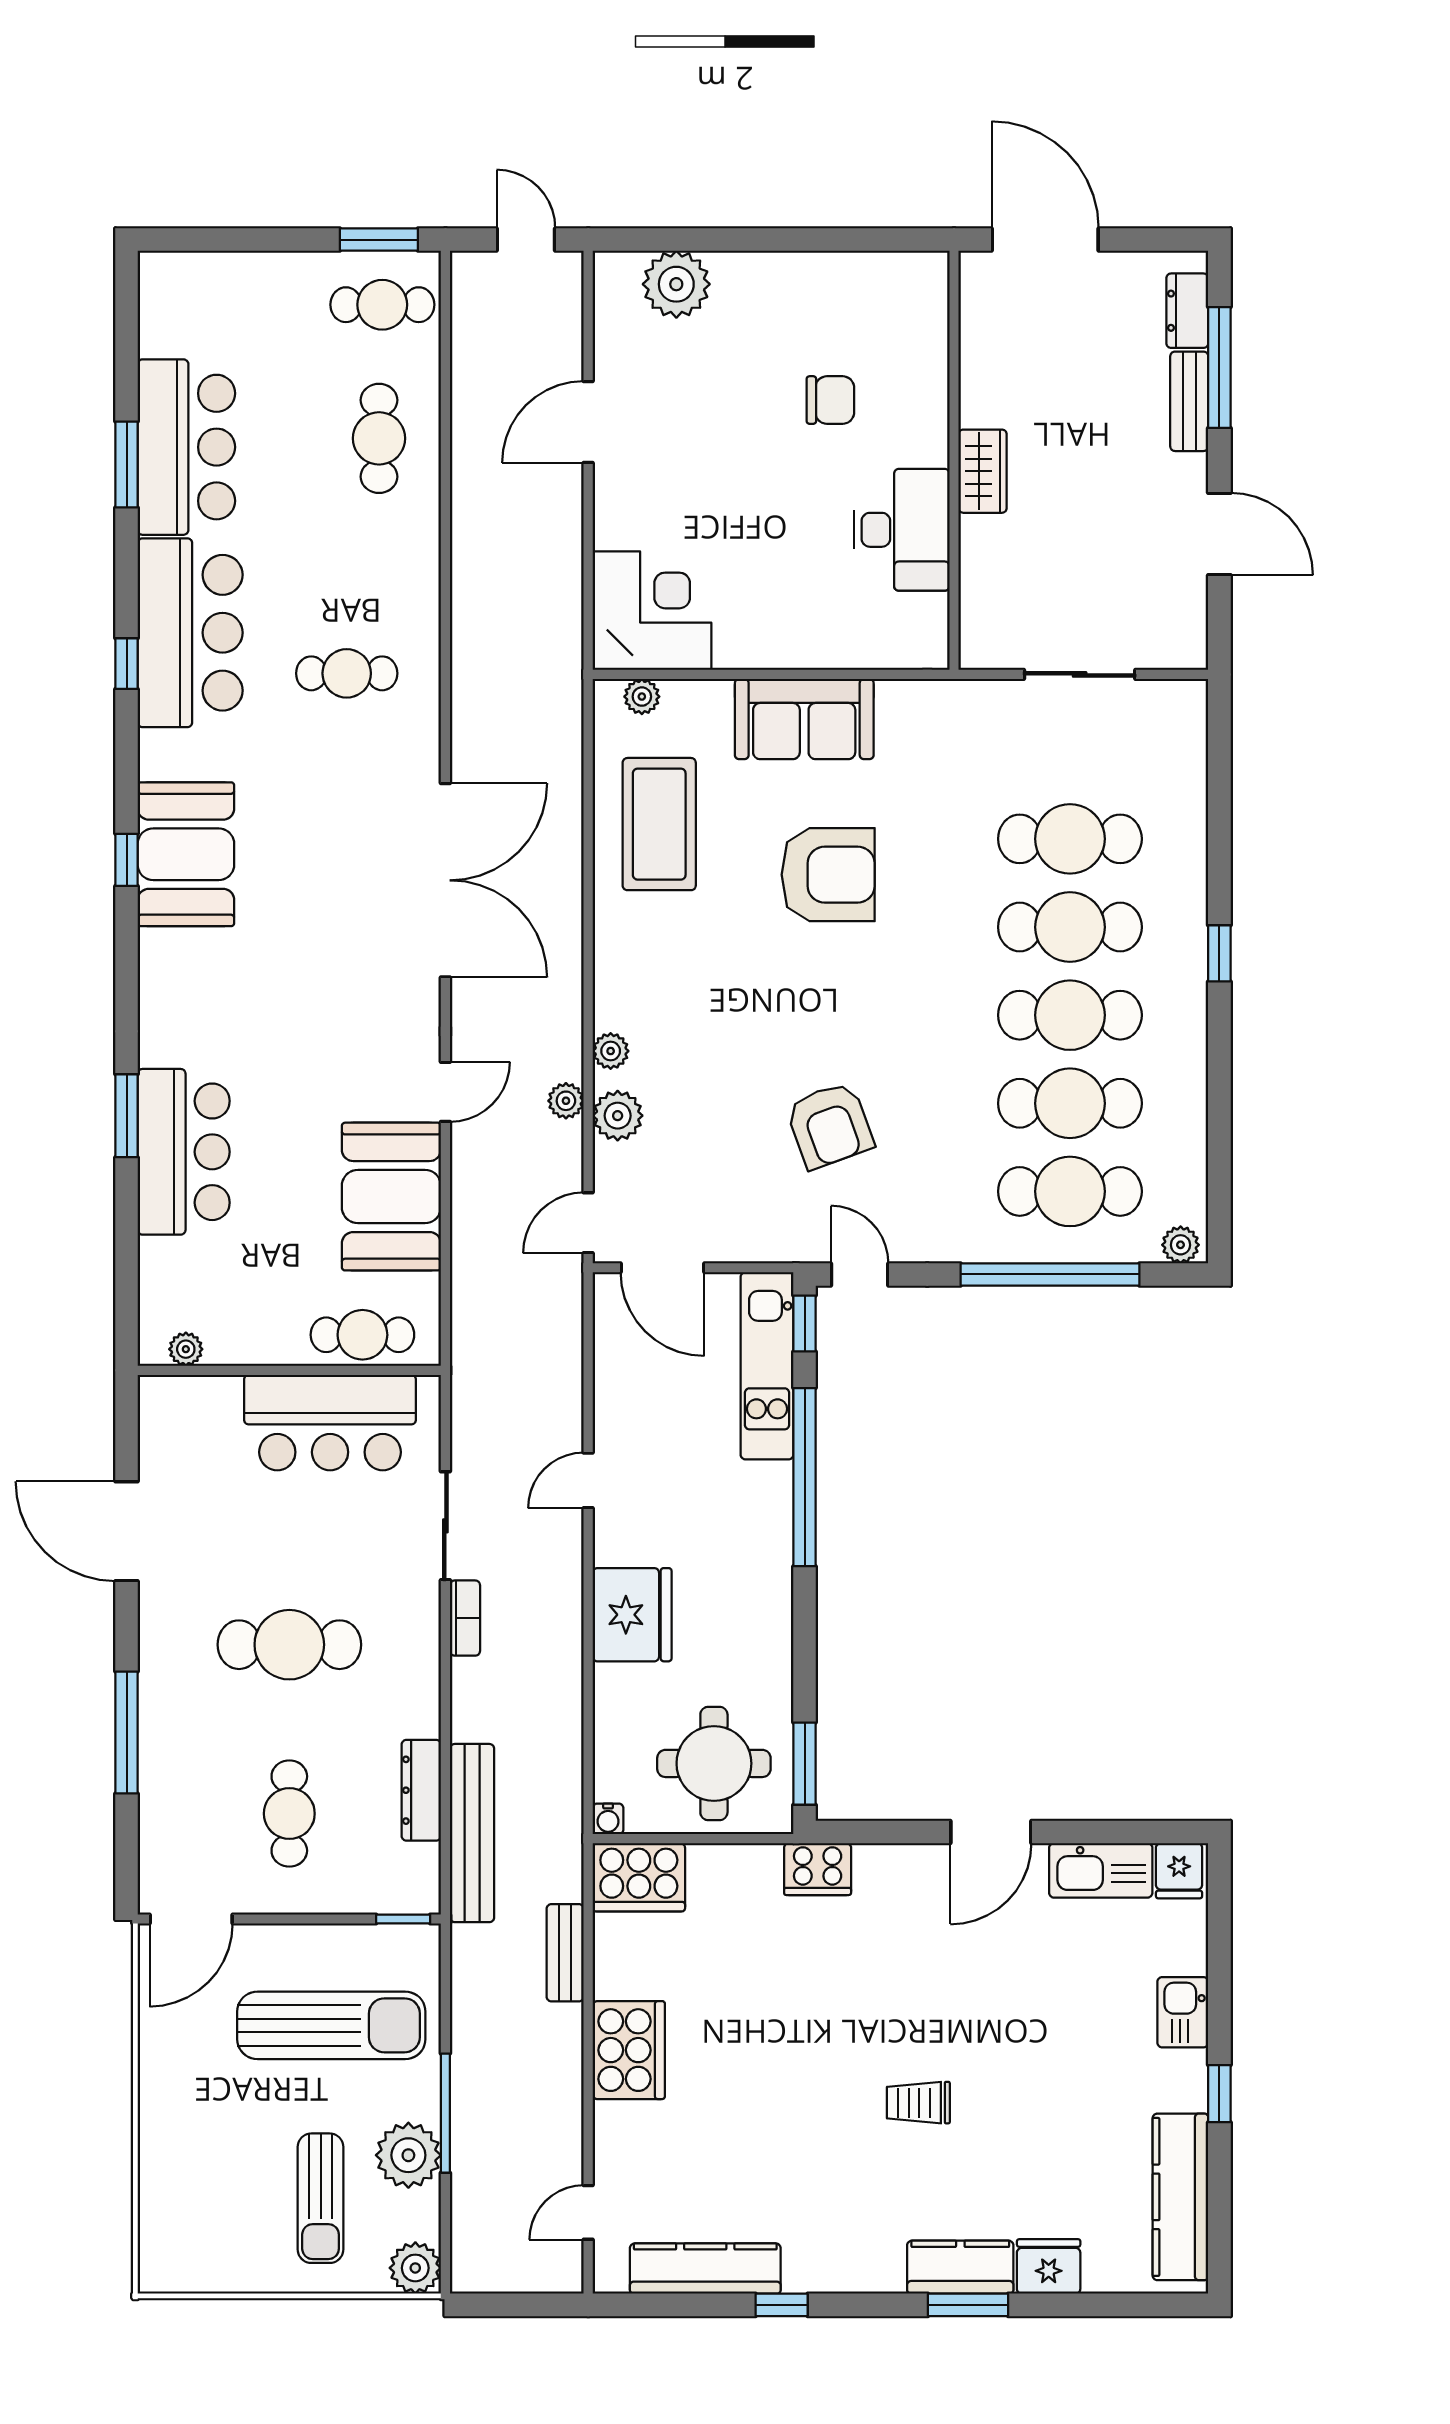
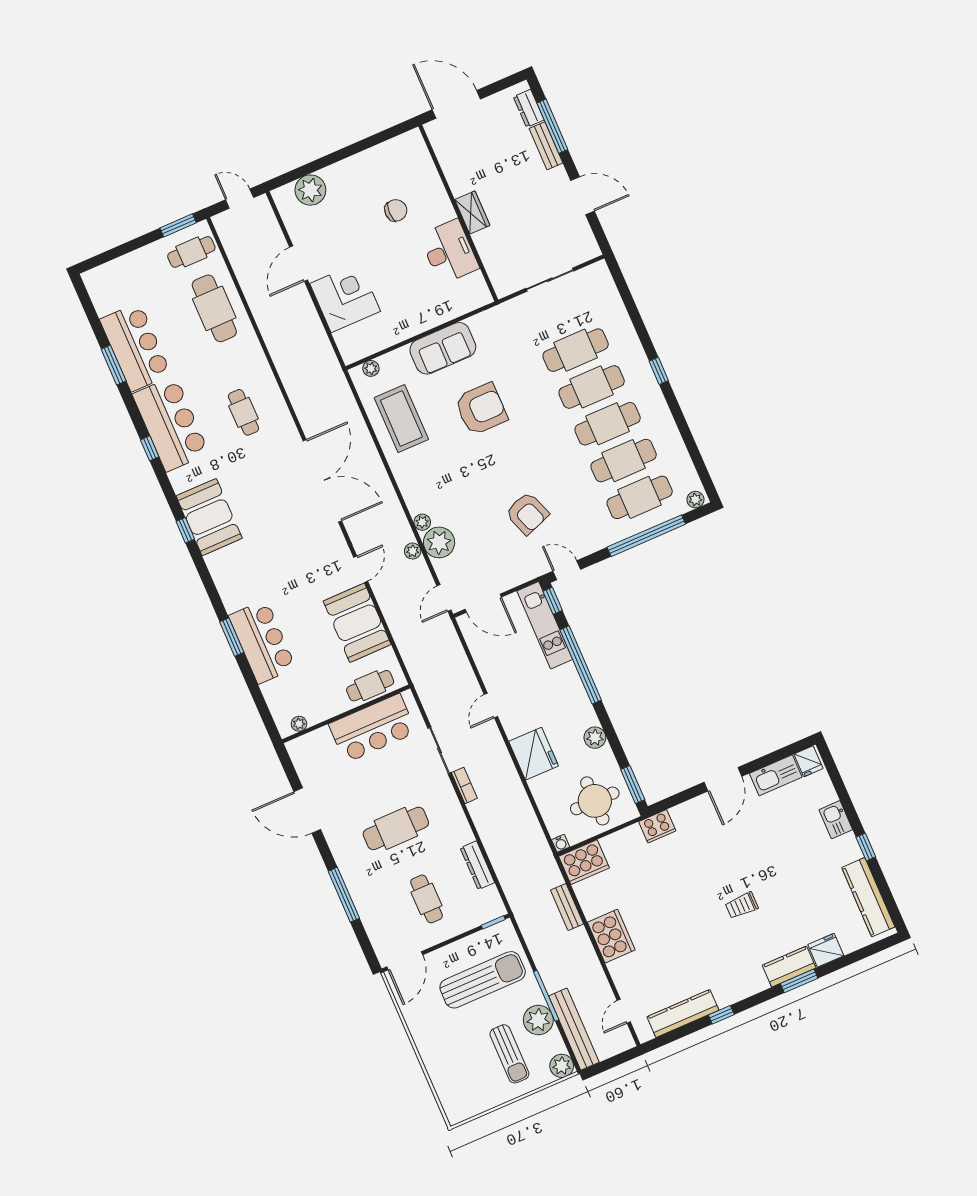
cafe table: (379, 438) -> (214, 308), width x1.37, depth x1.35
corner desk: (652, 611) -> (345, 297), moved
cafe table: (347, 673) -> (243, 412), turned 90
plant: (618, 1116) -> (439, 542), width x1.36, depth x1.36
plant: (770, 1636) -> (595, 738), added
bench: (472, 1833) -> (574, 1029), moved

